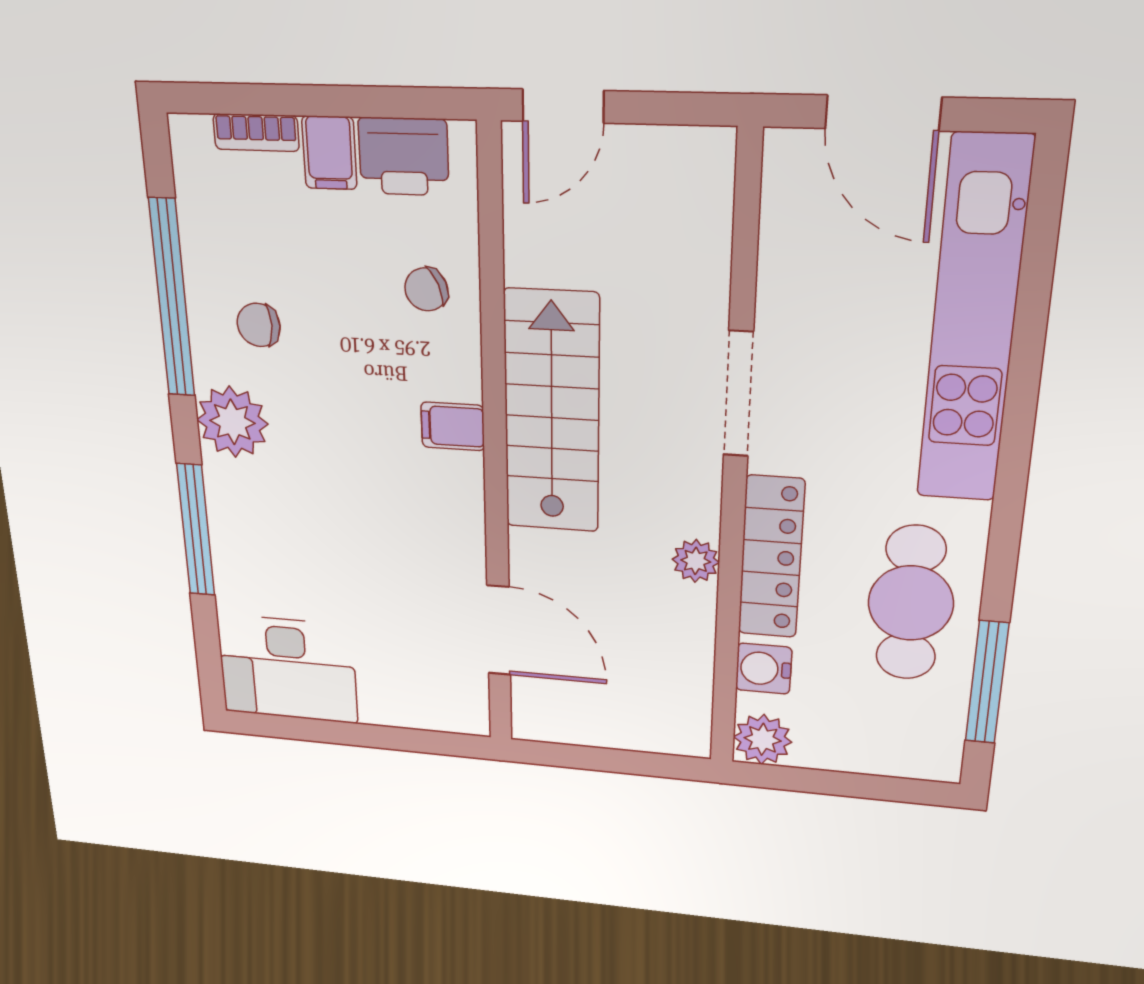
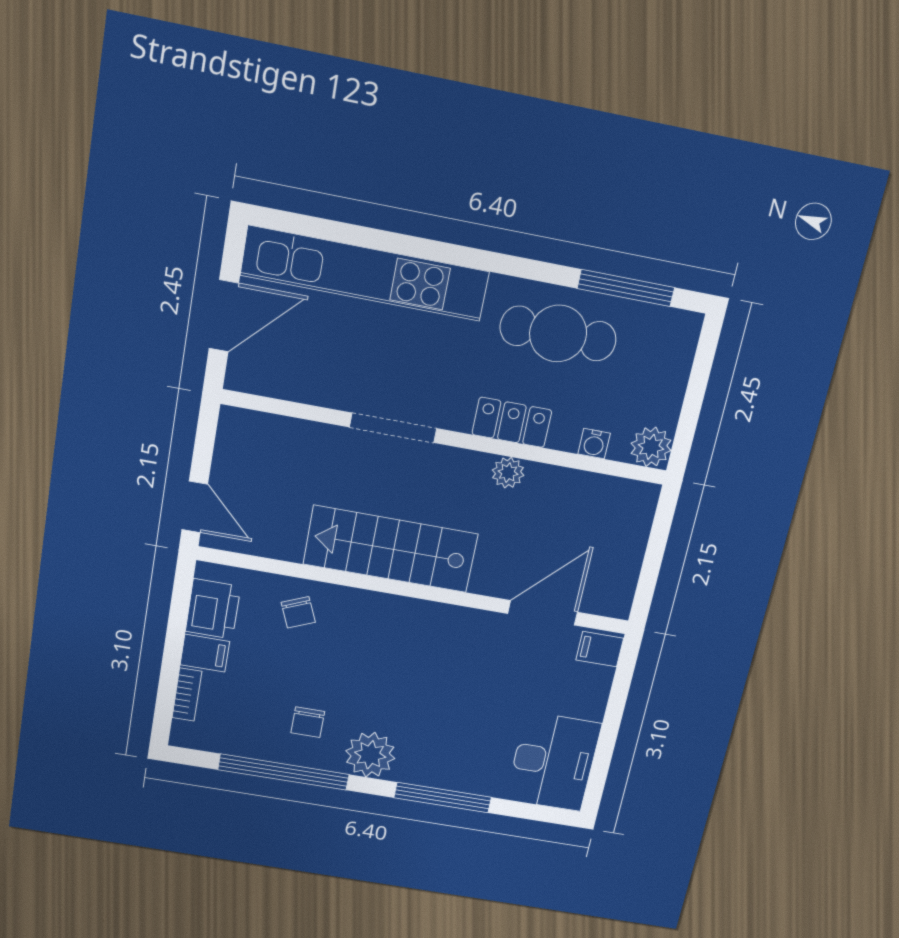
filing cabinet: (453, 426) -> (600, 649), moved, turned 90
locker: (771, 557) -> (512, 422), width x0.66
water cooler: (764, 669) -> (594, 444), width x0.72, depth x0.72

